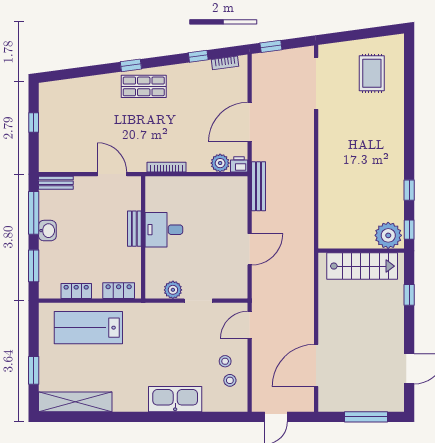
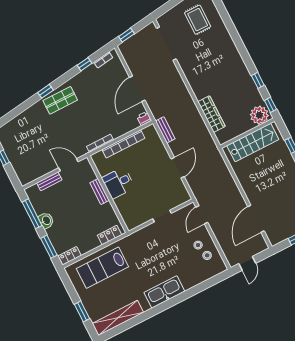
plant: (220, 163) -> (132, 124), removed
bench: (56, 183) -> (49, 181), moved
bookcase: (196, 183) -> (123, 144), added
bench: (259, 186) -> (165, 130), width x0.73
wardrobe: (328, 203) -> (211, 114), added
plant: (173, 290) -> (143, 217), removed
locker: (76, 291) -> (70, 256), moved
kitchen sink: (175, 399) -> (164, 292), moved

